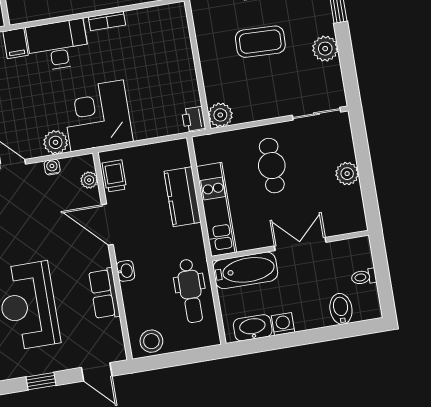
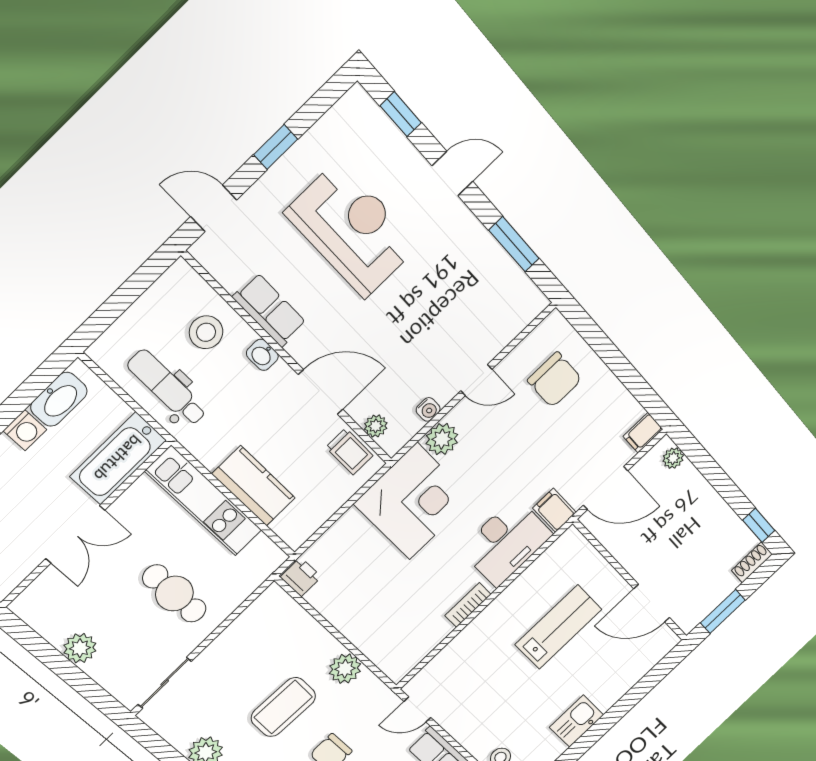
plant: (220, 115) -> (345, 669), moved
stool: (151, 341) -> (206, 332), moved

